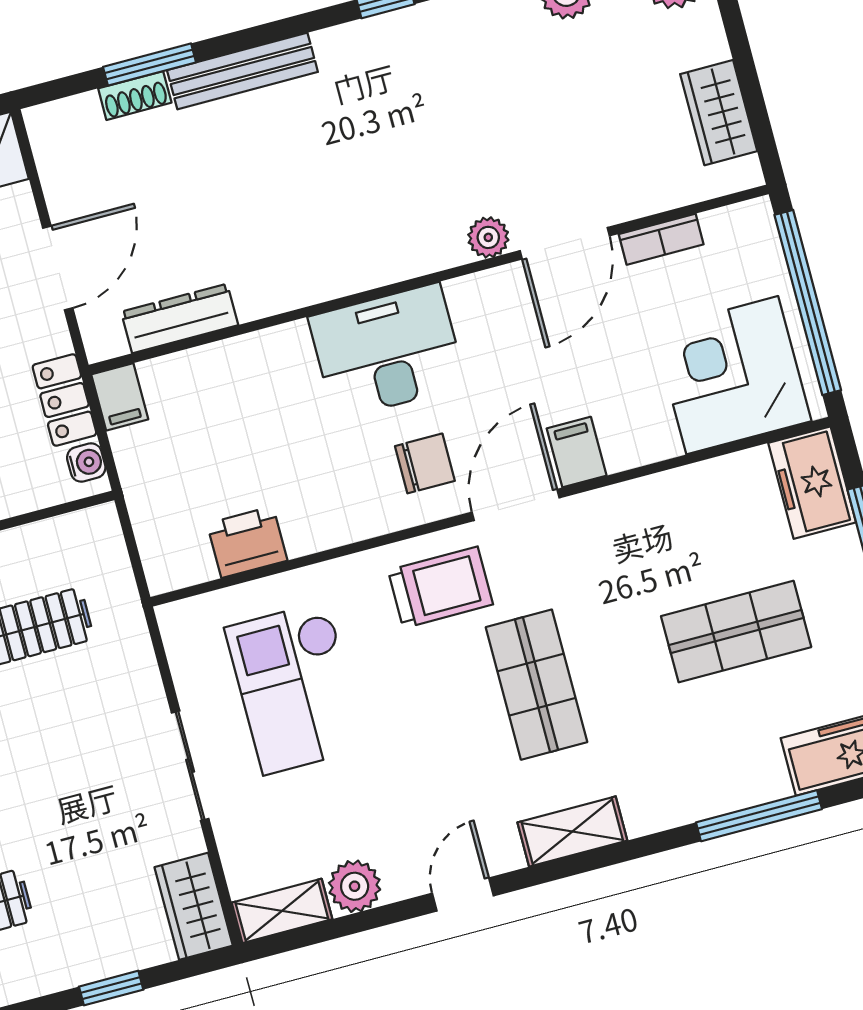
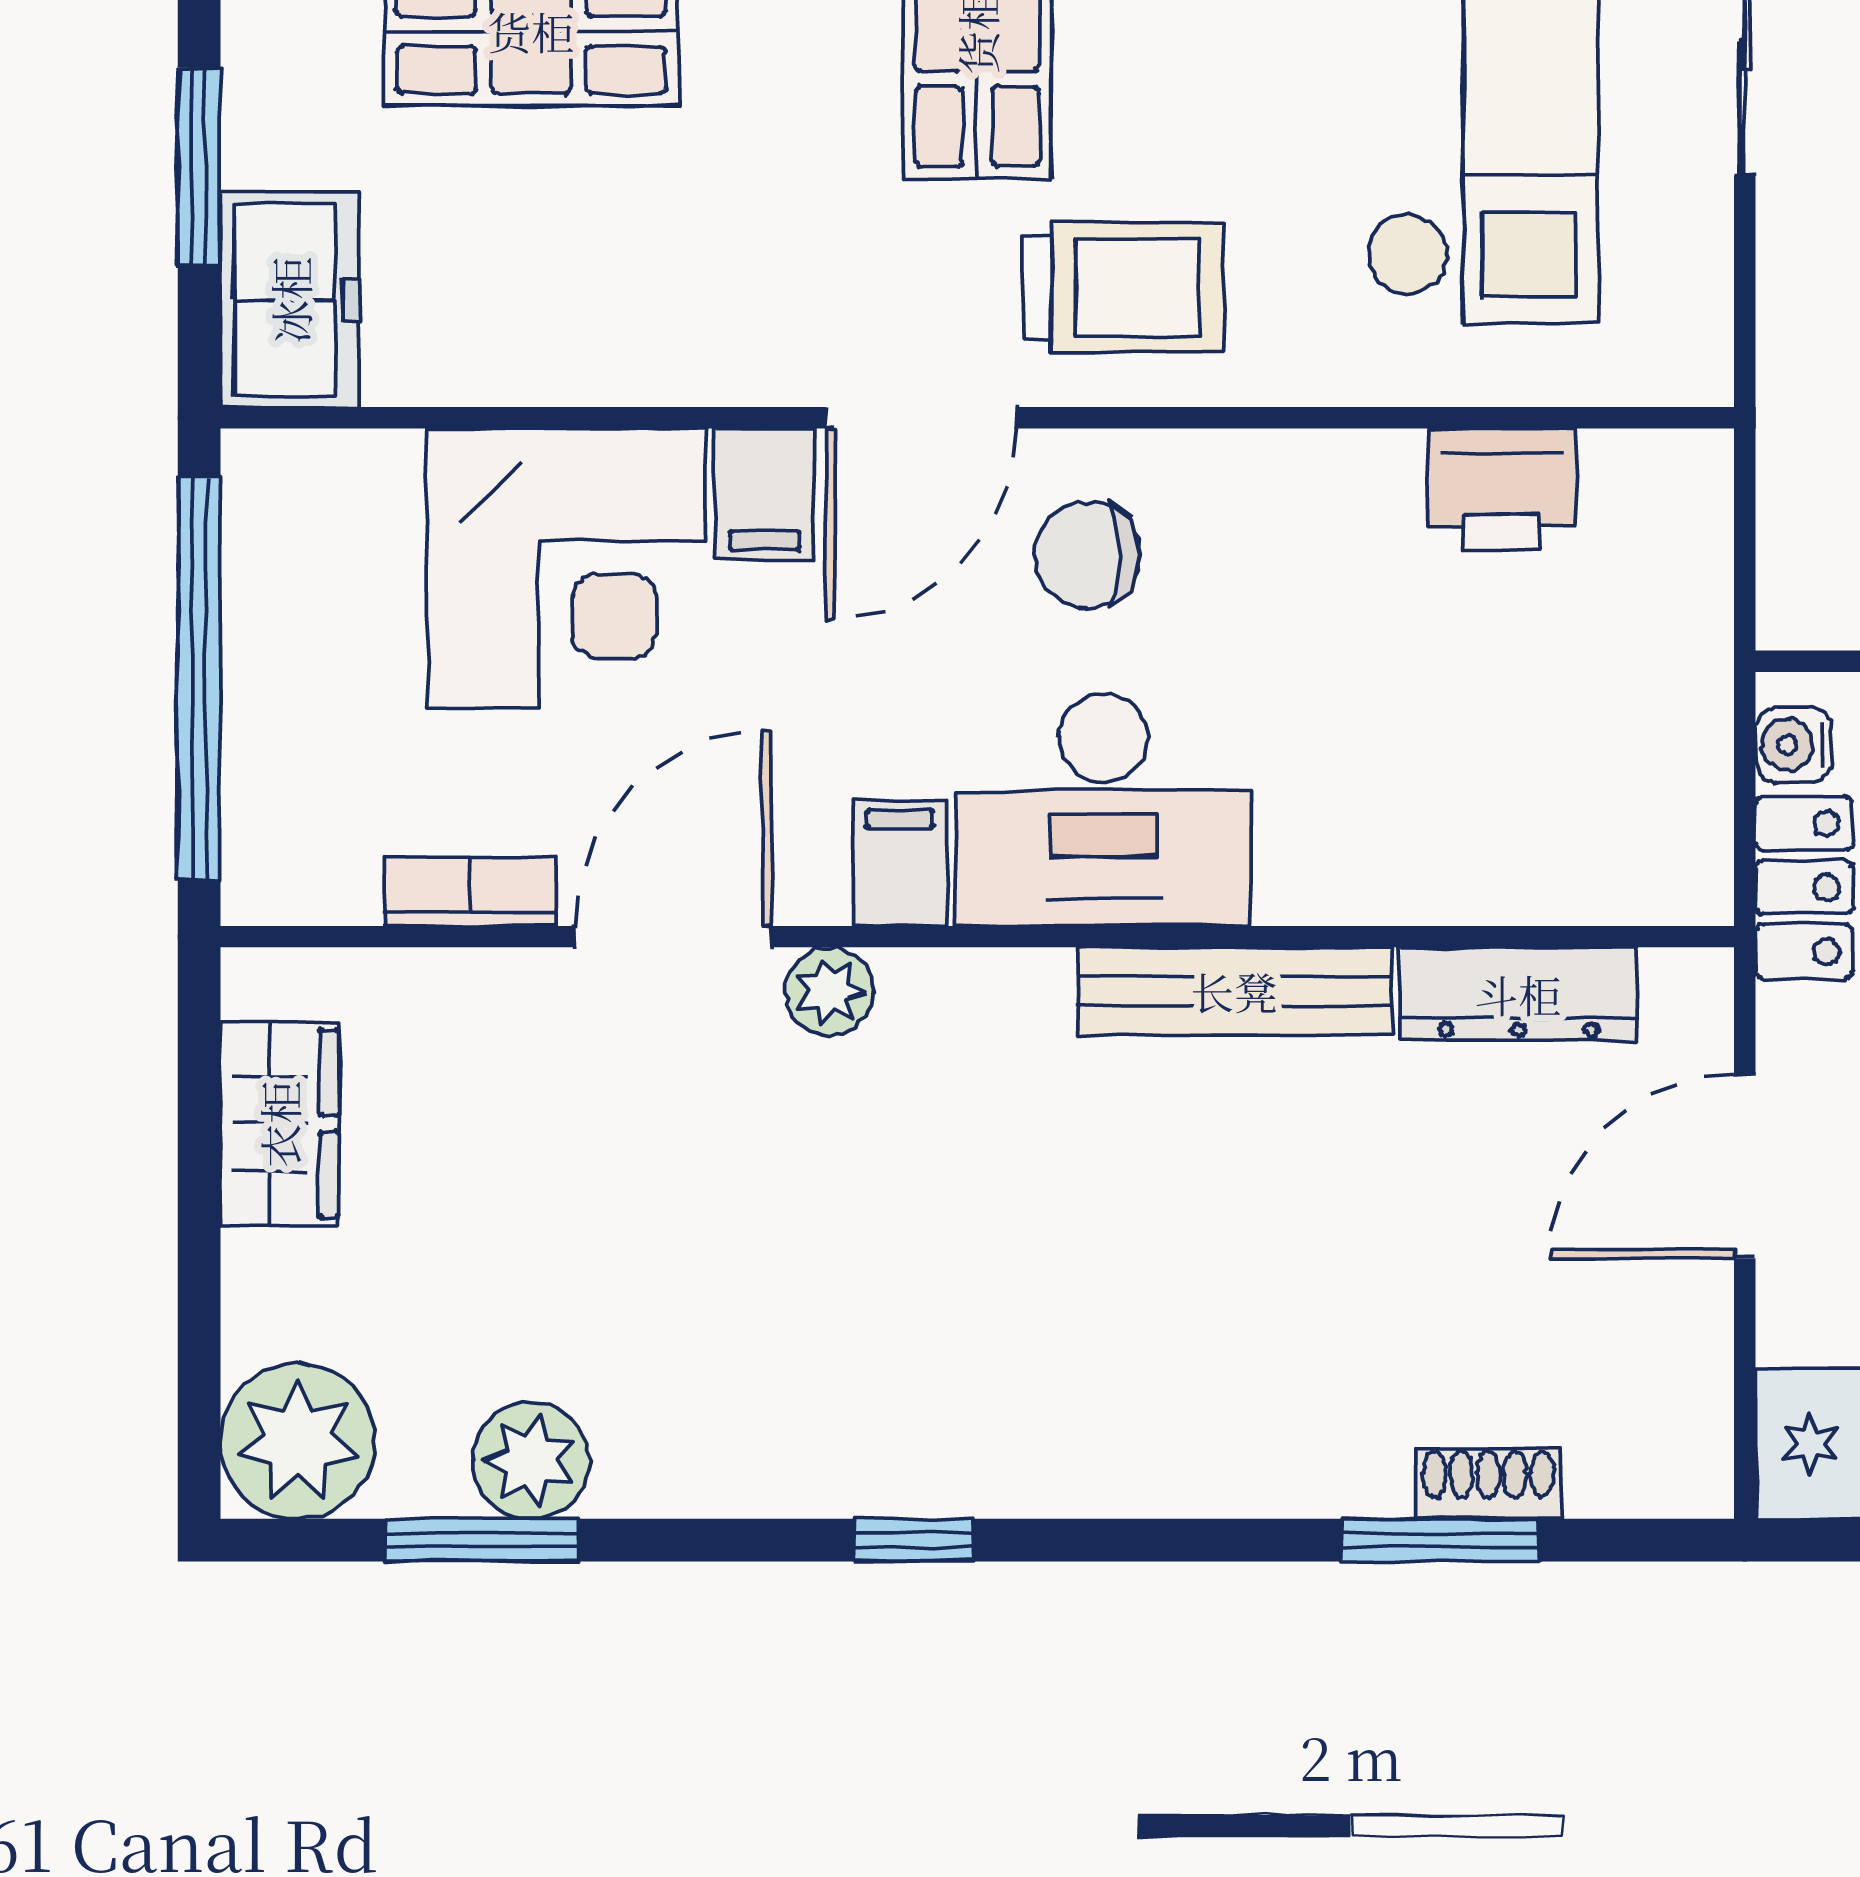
bench: (242, 71) -> (1234, 991), moved
corner desk: (732, 375) -> (567, 568), moved
filing cabinet: (120, 397) -> (900, 863), moved
trolley: (440, 587) -> (1124, 288), turned 180

